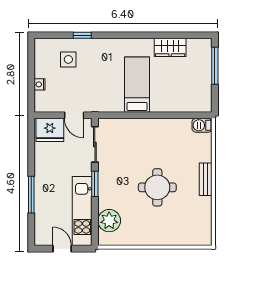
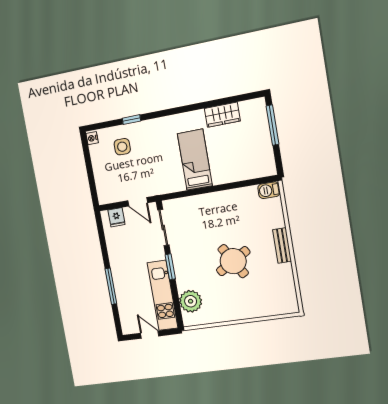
nightstand: (40, 84) -> (92, 138), moved
fridge: (50, 130) -> (116, 217), width x0.53, depth x0.75
round table: (157, 187) -> (233, 261), turned -31

